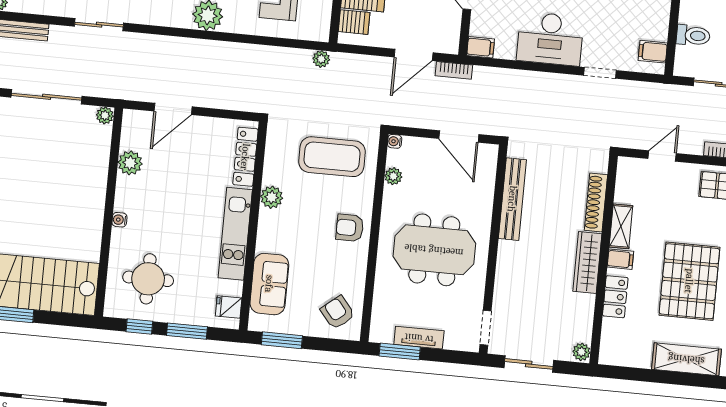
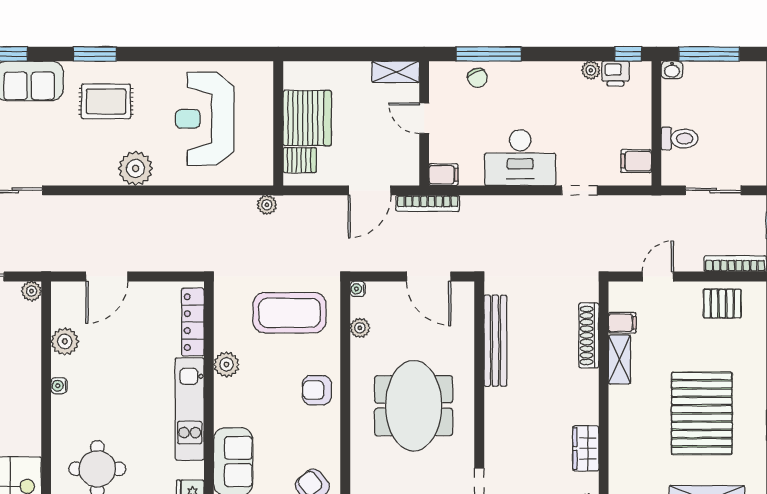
bookcase: (454, 70) -> (428, 203), width x1.56
water cooler: (119, 220) -> (59, 386), moved
meeting table: (434, 250) -> (414, 406), turned 90
filing cabinet: (620, 259) -> (622, 323), moved
wardrobe: (587, 263) -> (586, 448), moved, width x0.67
locker: (615, 297) -> (621, 439), removed

